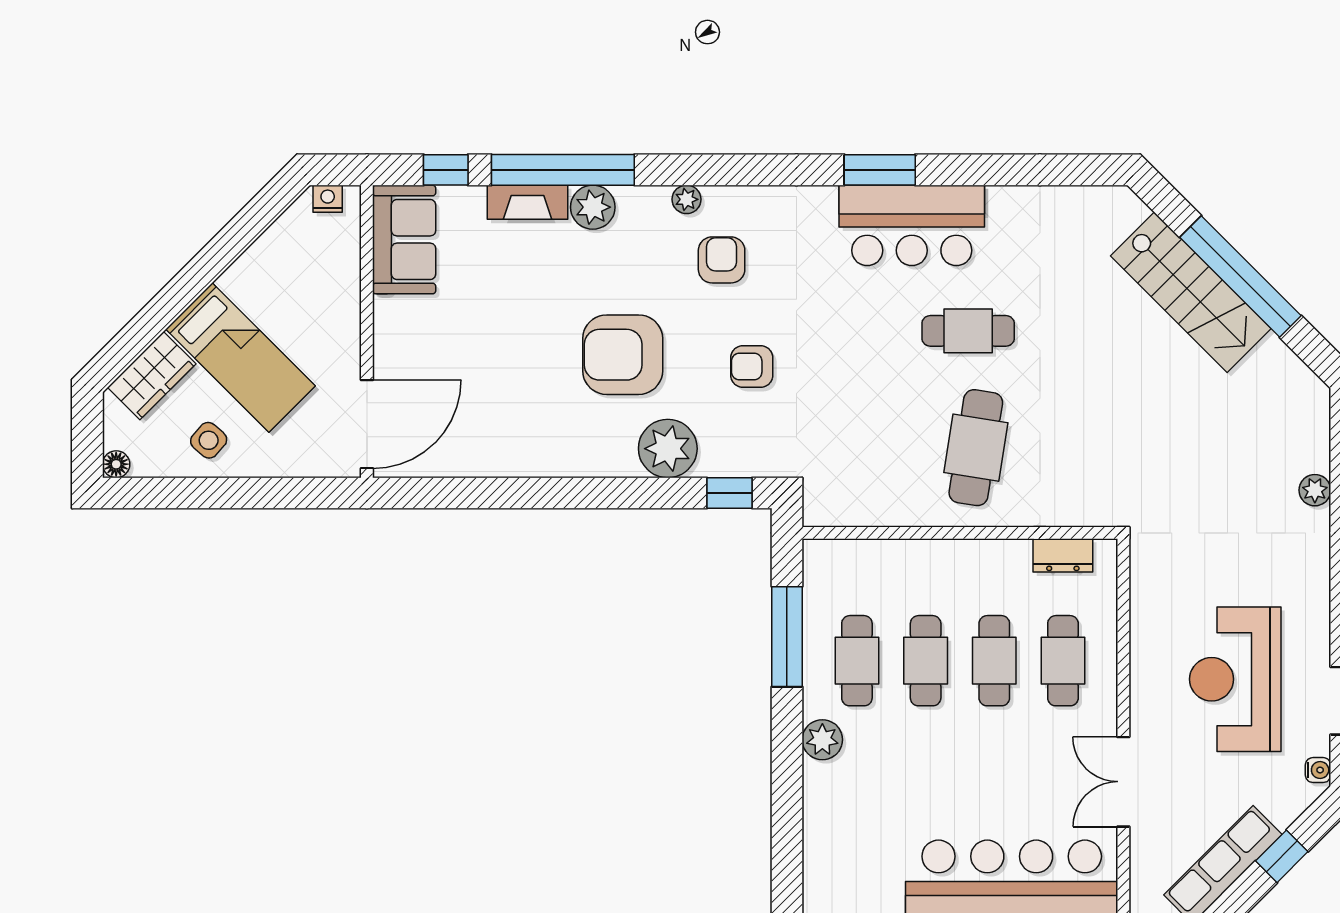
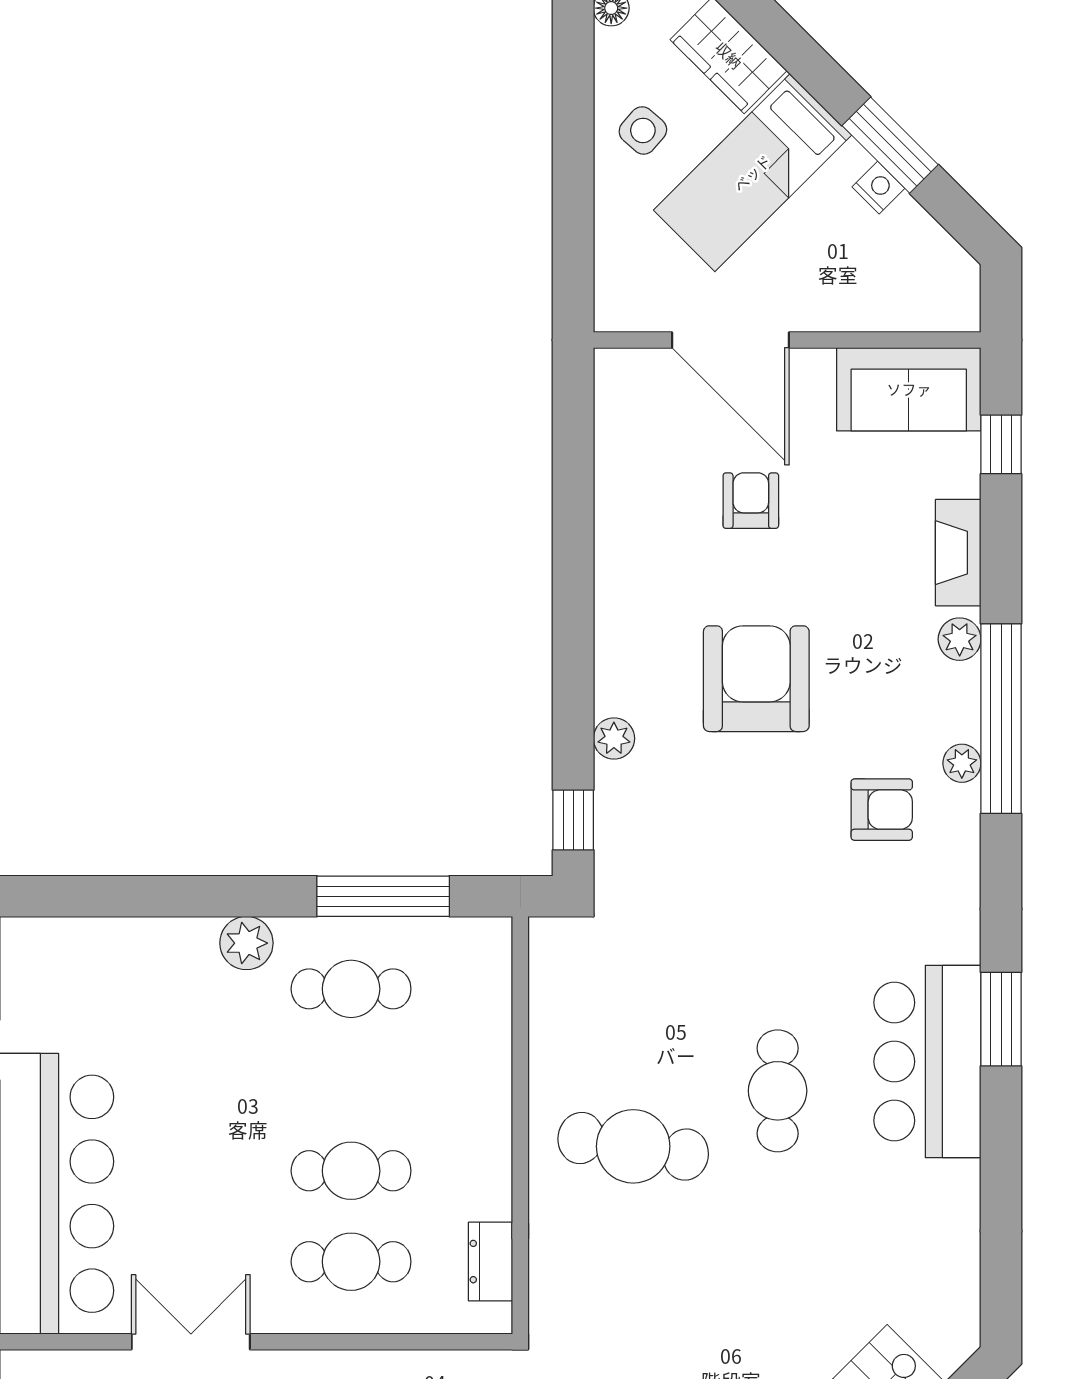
window: (563, 170) -> (1001, 719), moved
nightstand: (328, 199) -> (878, 188), moved, turned -45
plant: (593, 207) -> (960, 639), width x0.73, depth x0.73
window: (220, 254) -> (890, 145), added
cafe table: (968, 331) -> (778, 1091), moved
armchair: (752, 367) -> (751, 501), moved
door: (367, 424) -> (730, 340), moved
plant: (668, 449) -> (614, 738), width x0.53, depth x0.53
cafe table: (926, 661) -> (351, 1080), removed

